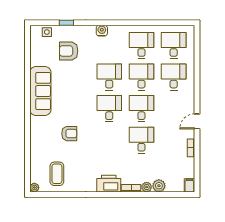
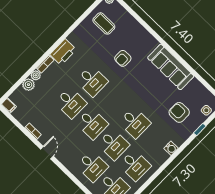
armchair: (69, 51) -> (179, 112), turned -90
desk: (109, 109) -> (92, 81), moved

